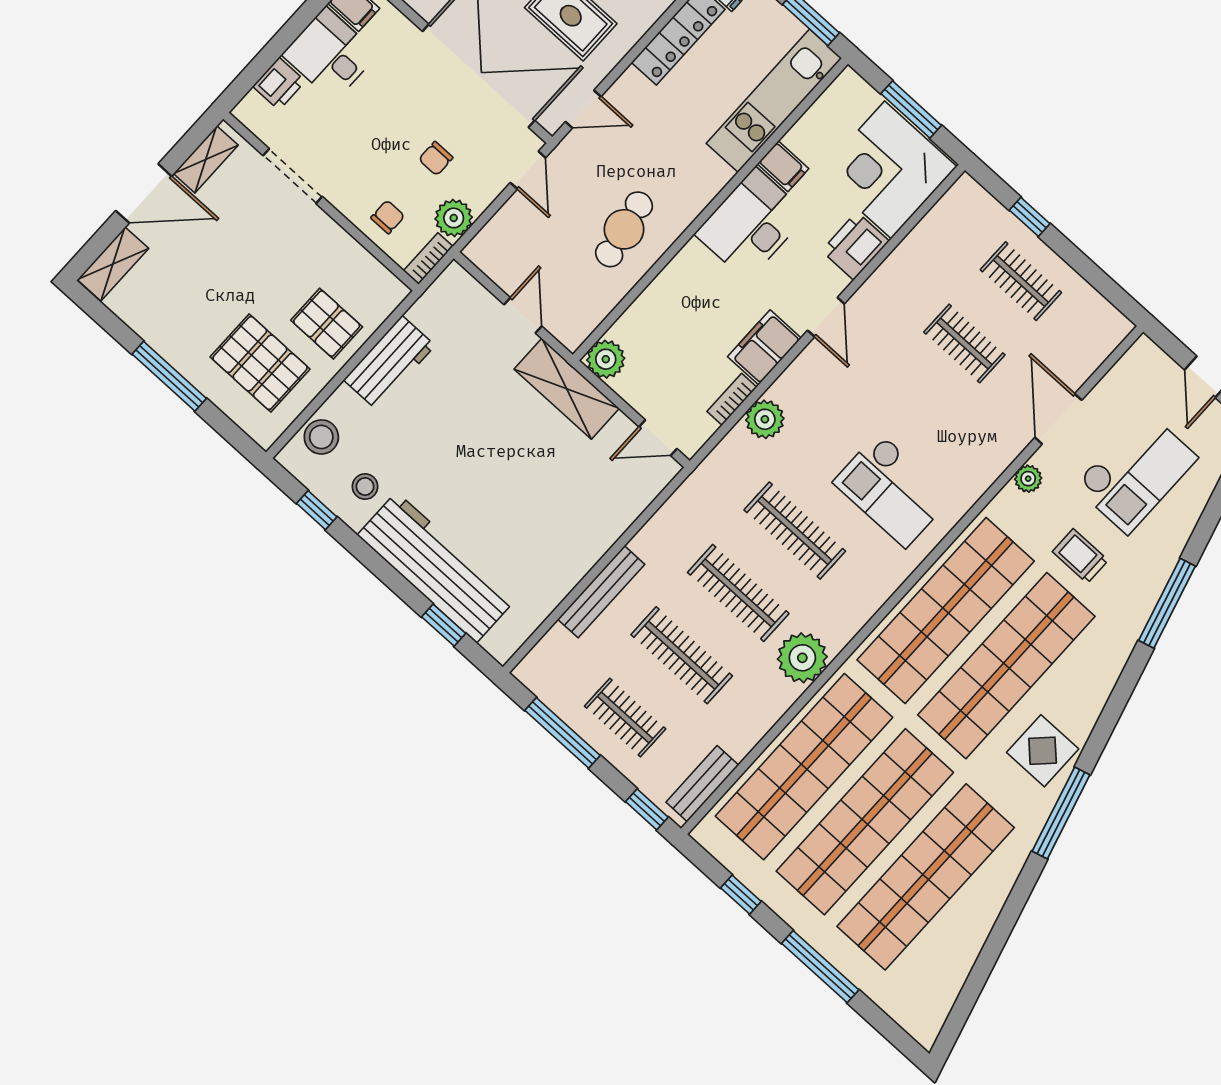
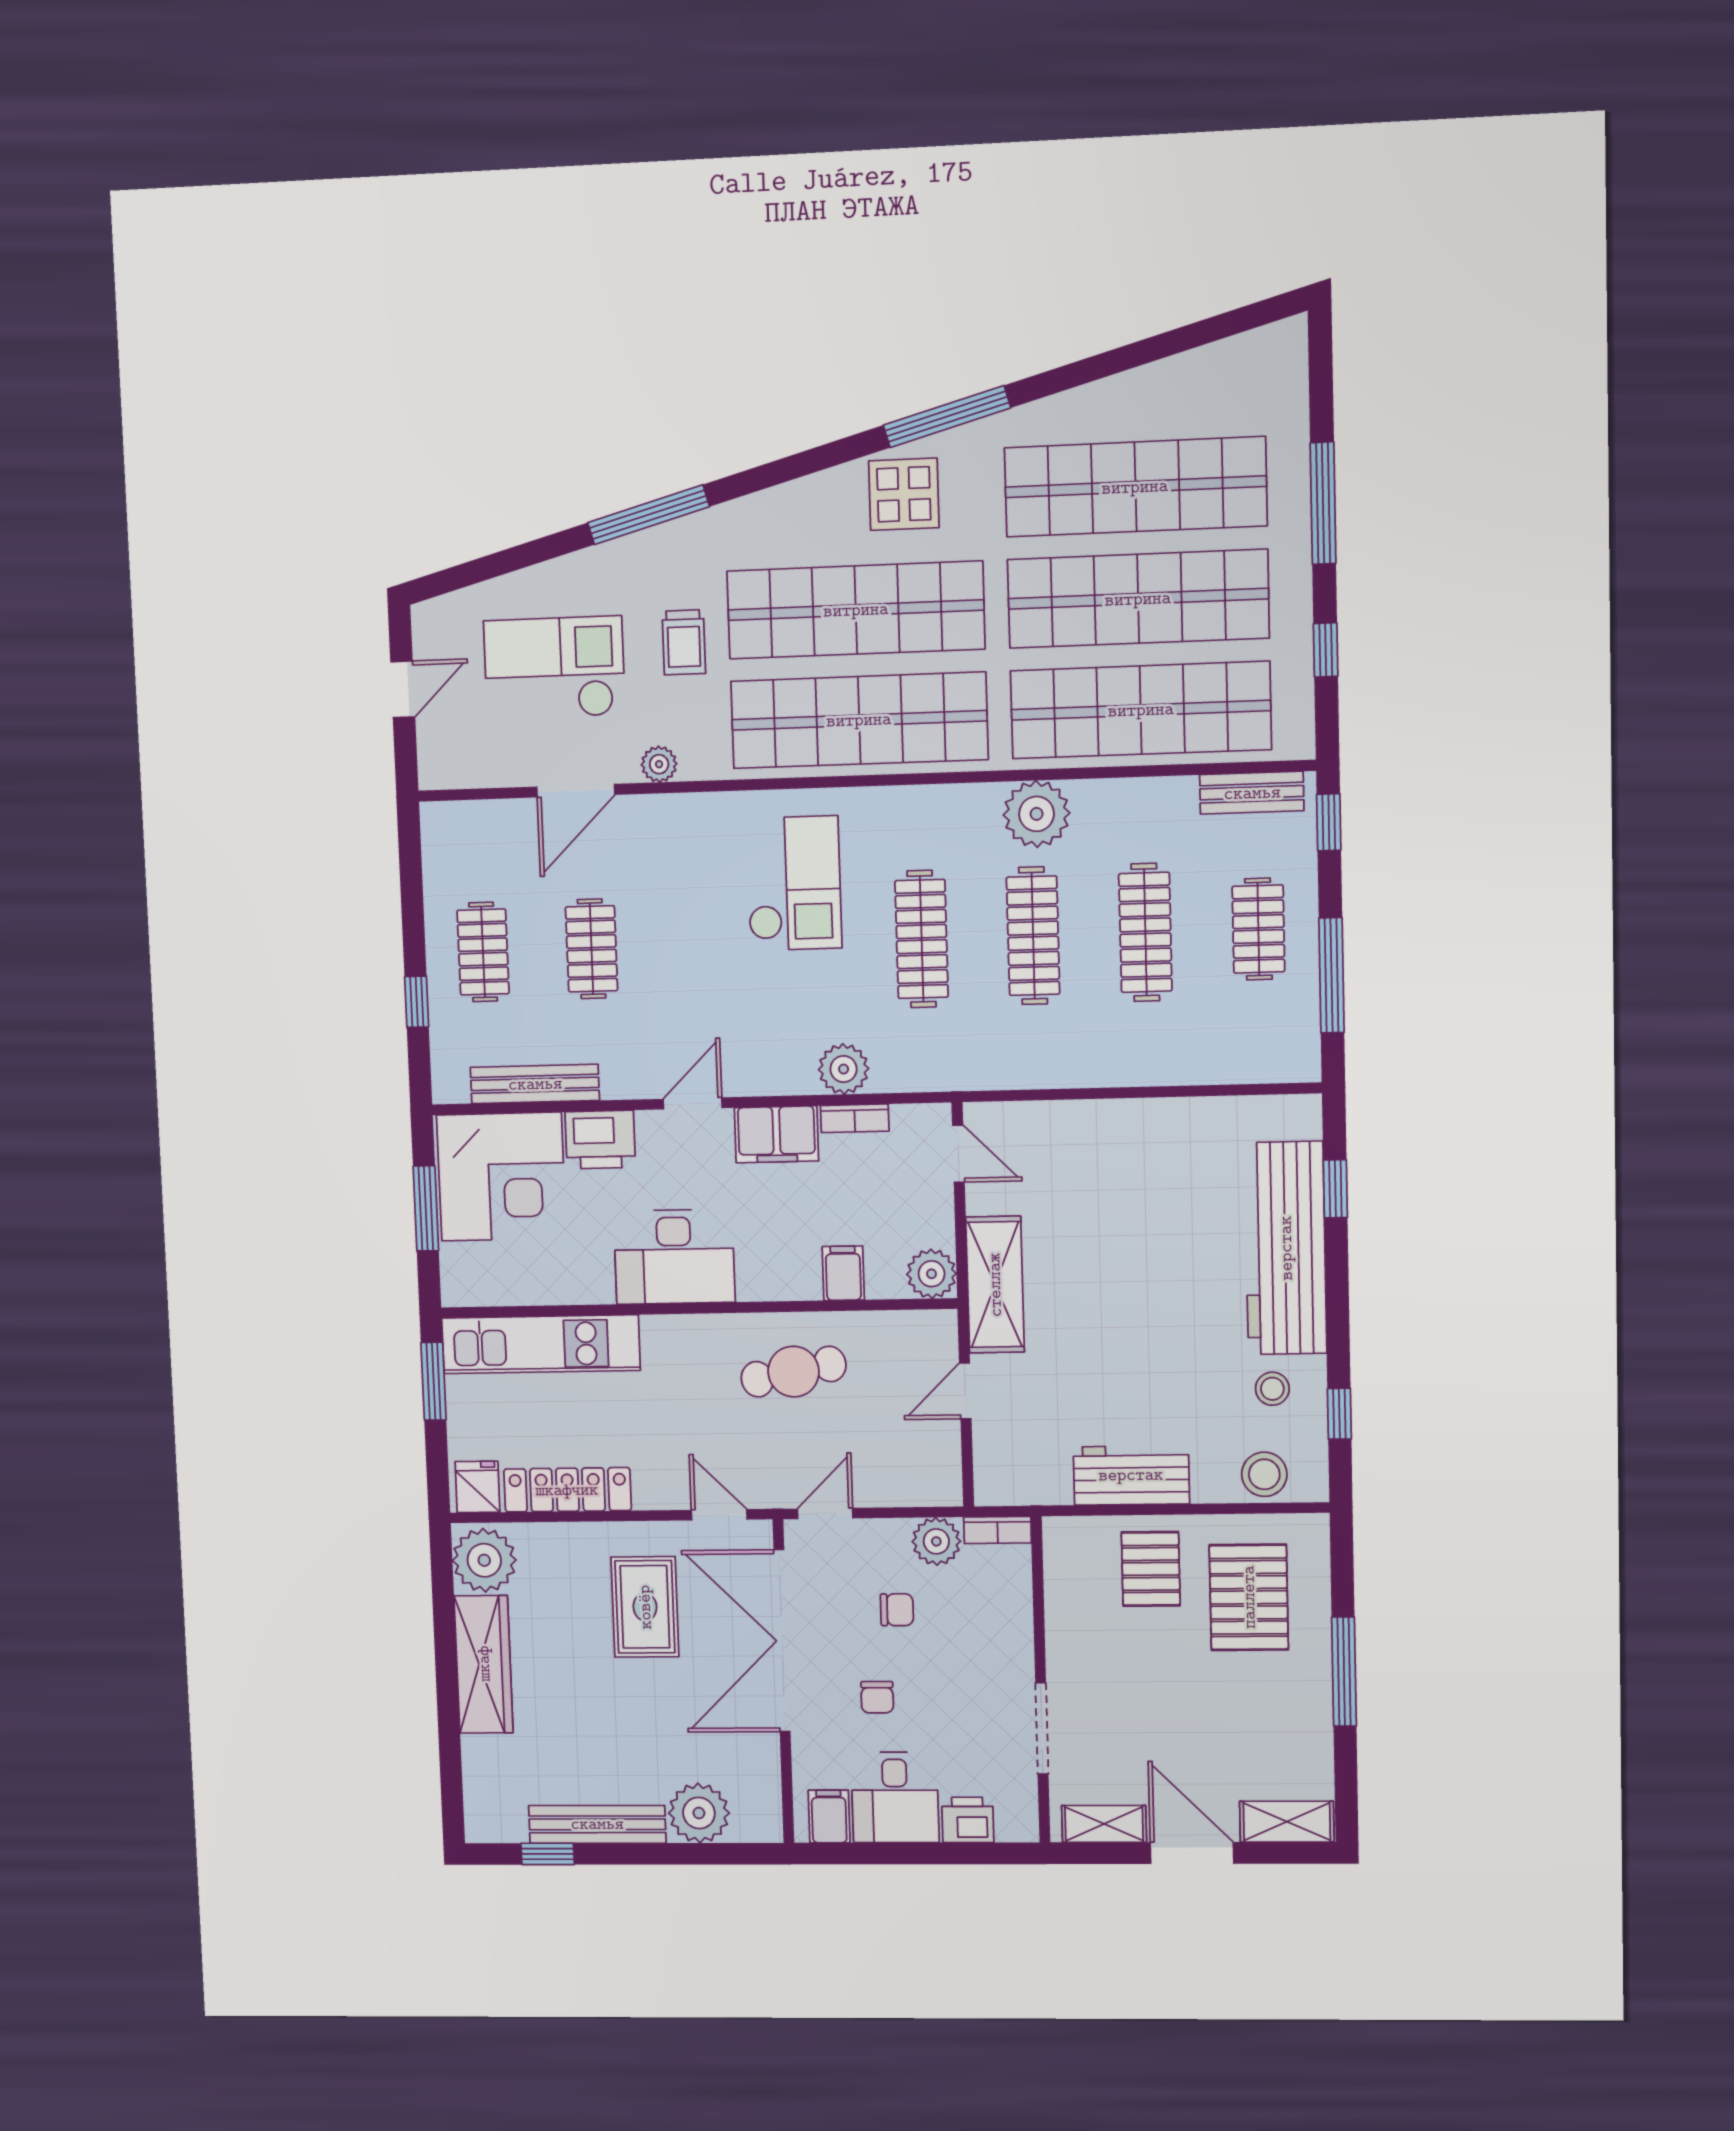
filing cabinet: (783, 166) -> (843, 1273), moved
chair: (388, 217) -> (877, 1697), moved, turned -90
bench: (601, 592) -> (535, 1084), moved

